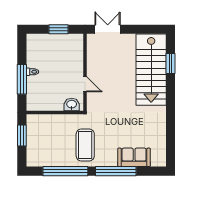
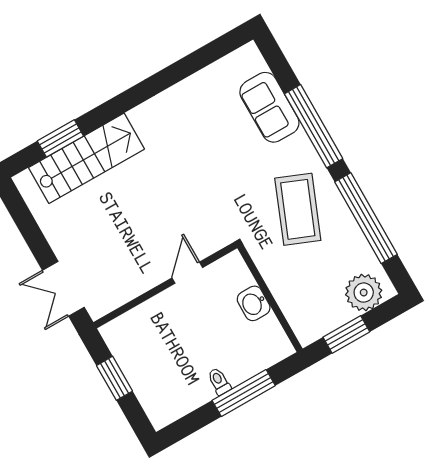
stairs: (151, 70) -> (86, 158), width x0.73, depth x0.66
washbasin: (72, 104) -> (254, 303), moved
coffee table: (85, 145) -> (298, 209), turned -68
plant: (35, 153) -> (364, 293), added

